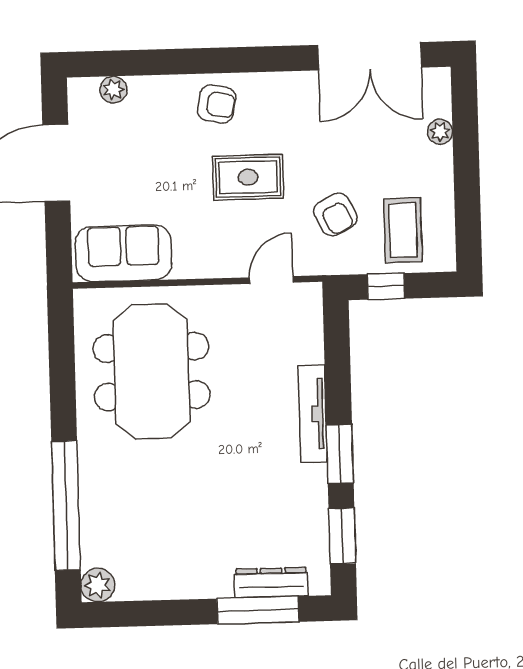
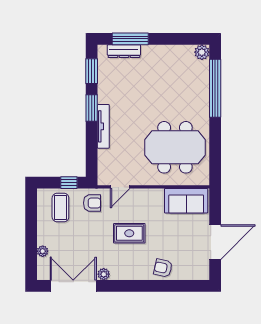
plant: (113, 90) -> (104, 274), moved
armchair: (217, 104) -> (163, 268), moved
armchair: (335, 214) -> (92, 203), moved, turned 117
meeting table: (152, 372) -> (175, 147), turned 90

